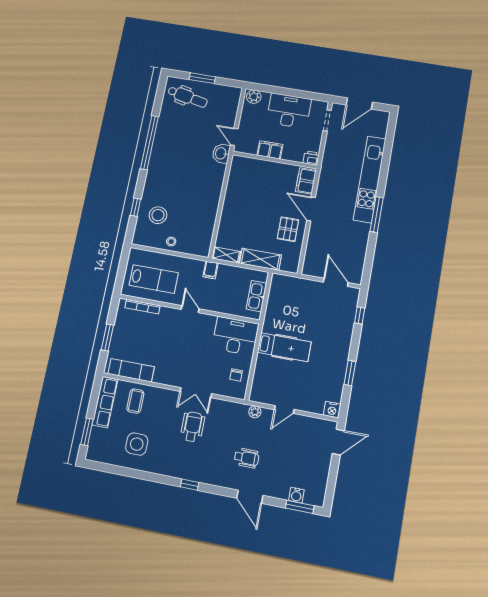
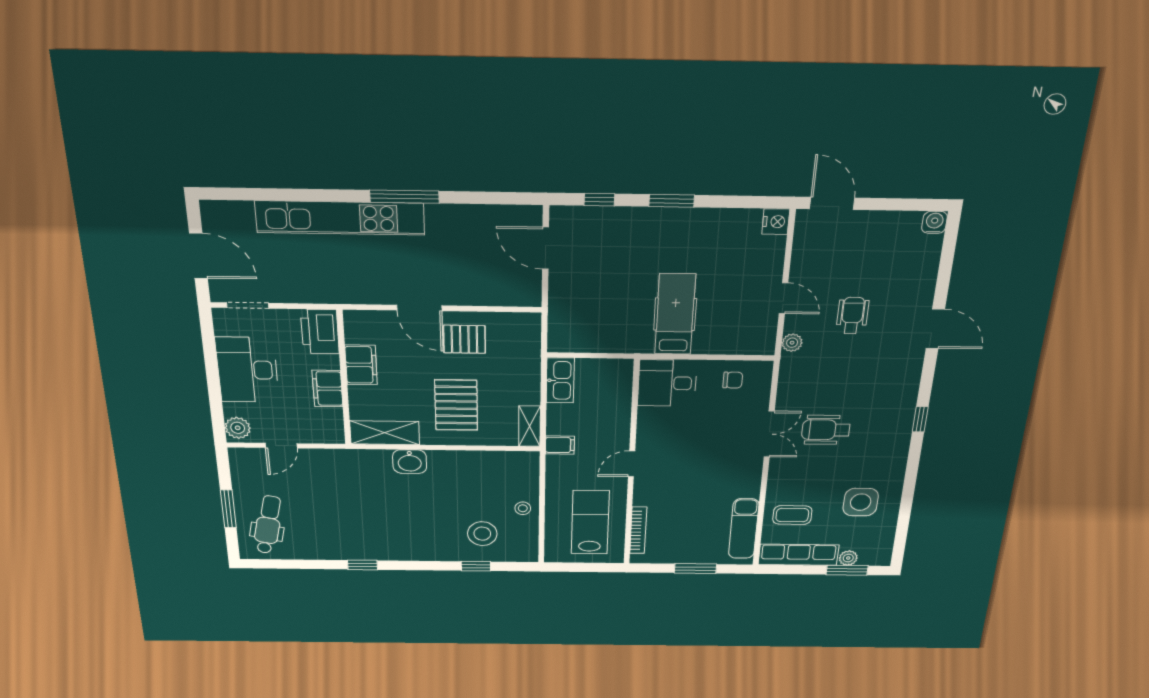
door: (234, 137) -> (281, 446), moved
window: (149, 143) -> (362, 565), width x0.32
washbasin: (221, 153) -> (410, 462), moved
printer: (311, 158) -> (320, 332), width x1.87, depth x1.48
filing cabinet: (306, 181) -> (361, 365), moved, turned -90
door: (311, 209) -> (419, 308), hinge flipped
pallet: (247, 217) -> (456, 405), added
shelving: (260, 259) -> (385, 433), moved, turned 90
door: (336, 282) -> (545, 248), hinge flipped
kitchen sink: (256, 296) -> (560, 380), moved, turned -90
desk: (235, 336) -> (667, 383), width x0.73
window: (350, 373) -> (672, 201), moved
plant: (96, 433) -> (848, 558), added
wheelchair: (247, 458) -> (852, 316), moved
water cooler: (296, 495) -> (934, 222), moved, turned -90
door: (250, 497) -> (935, 329), hinge flipped
window: (300, 507) -> (948, 250), removed

